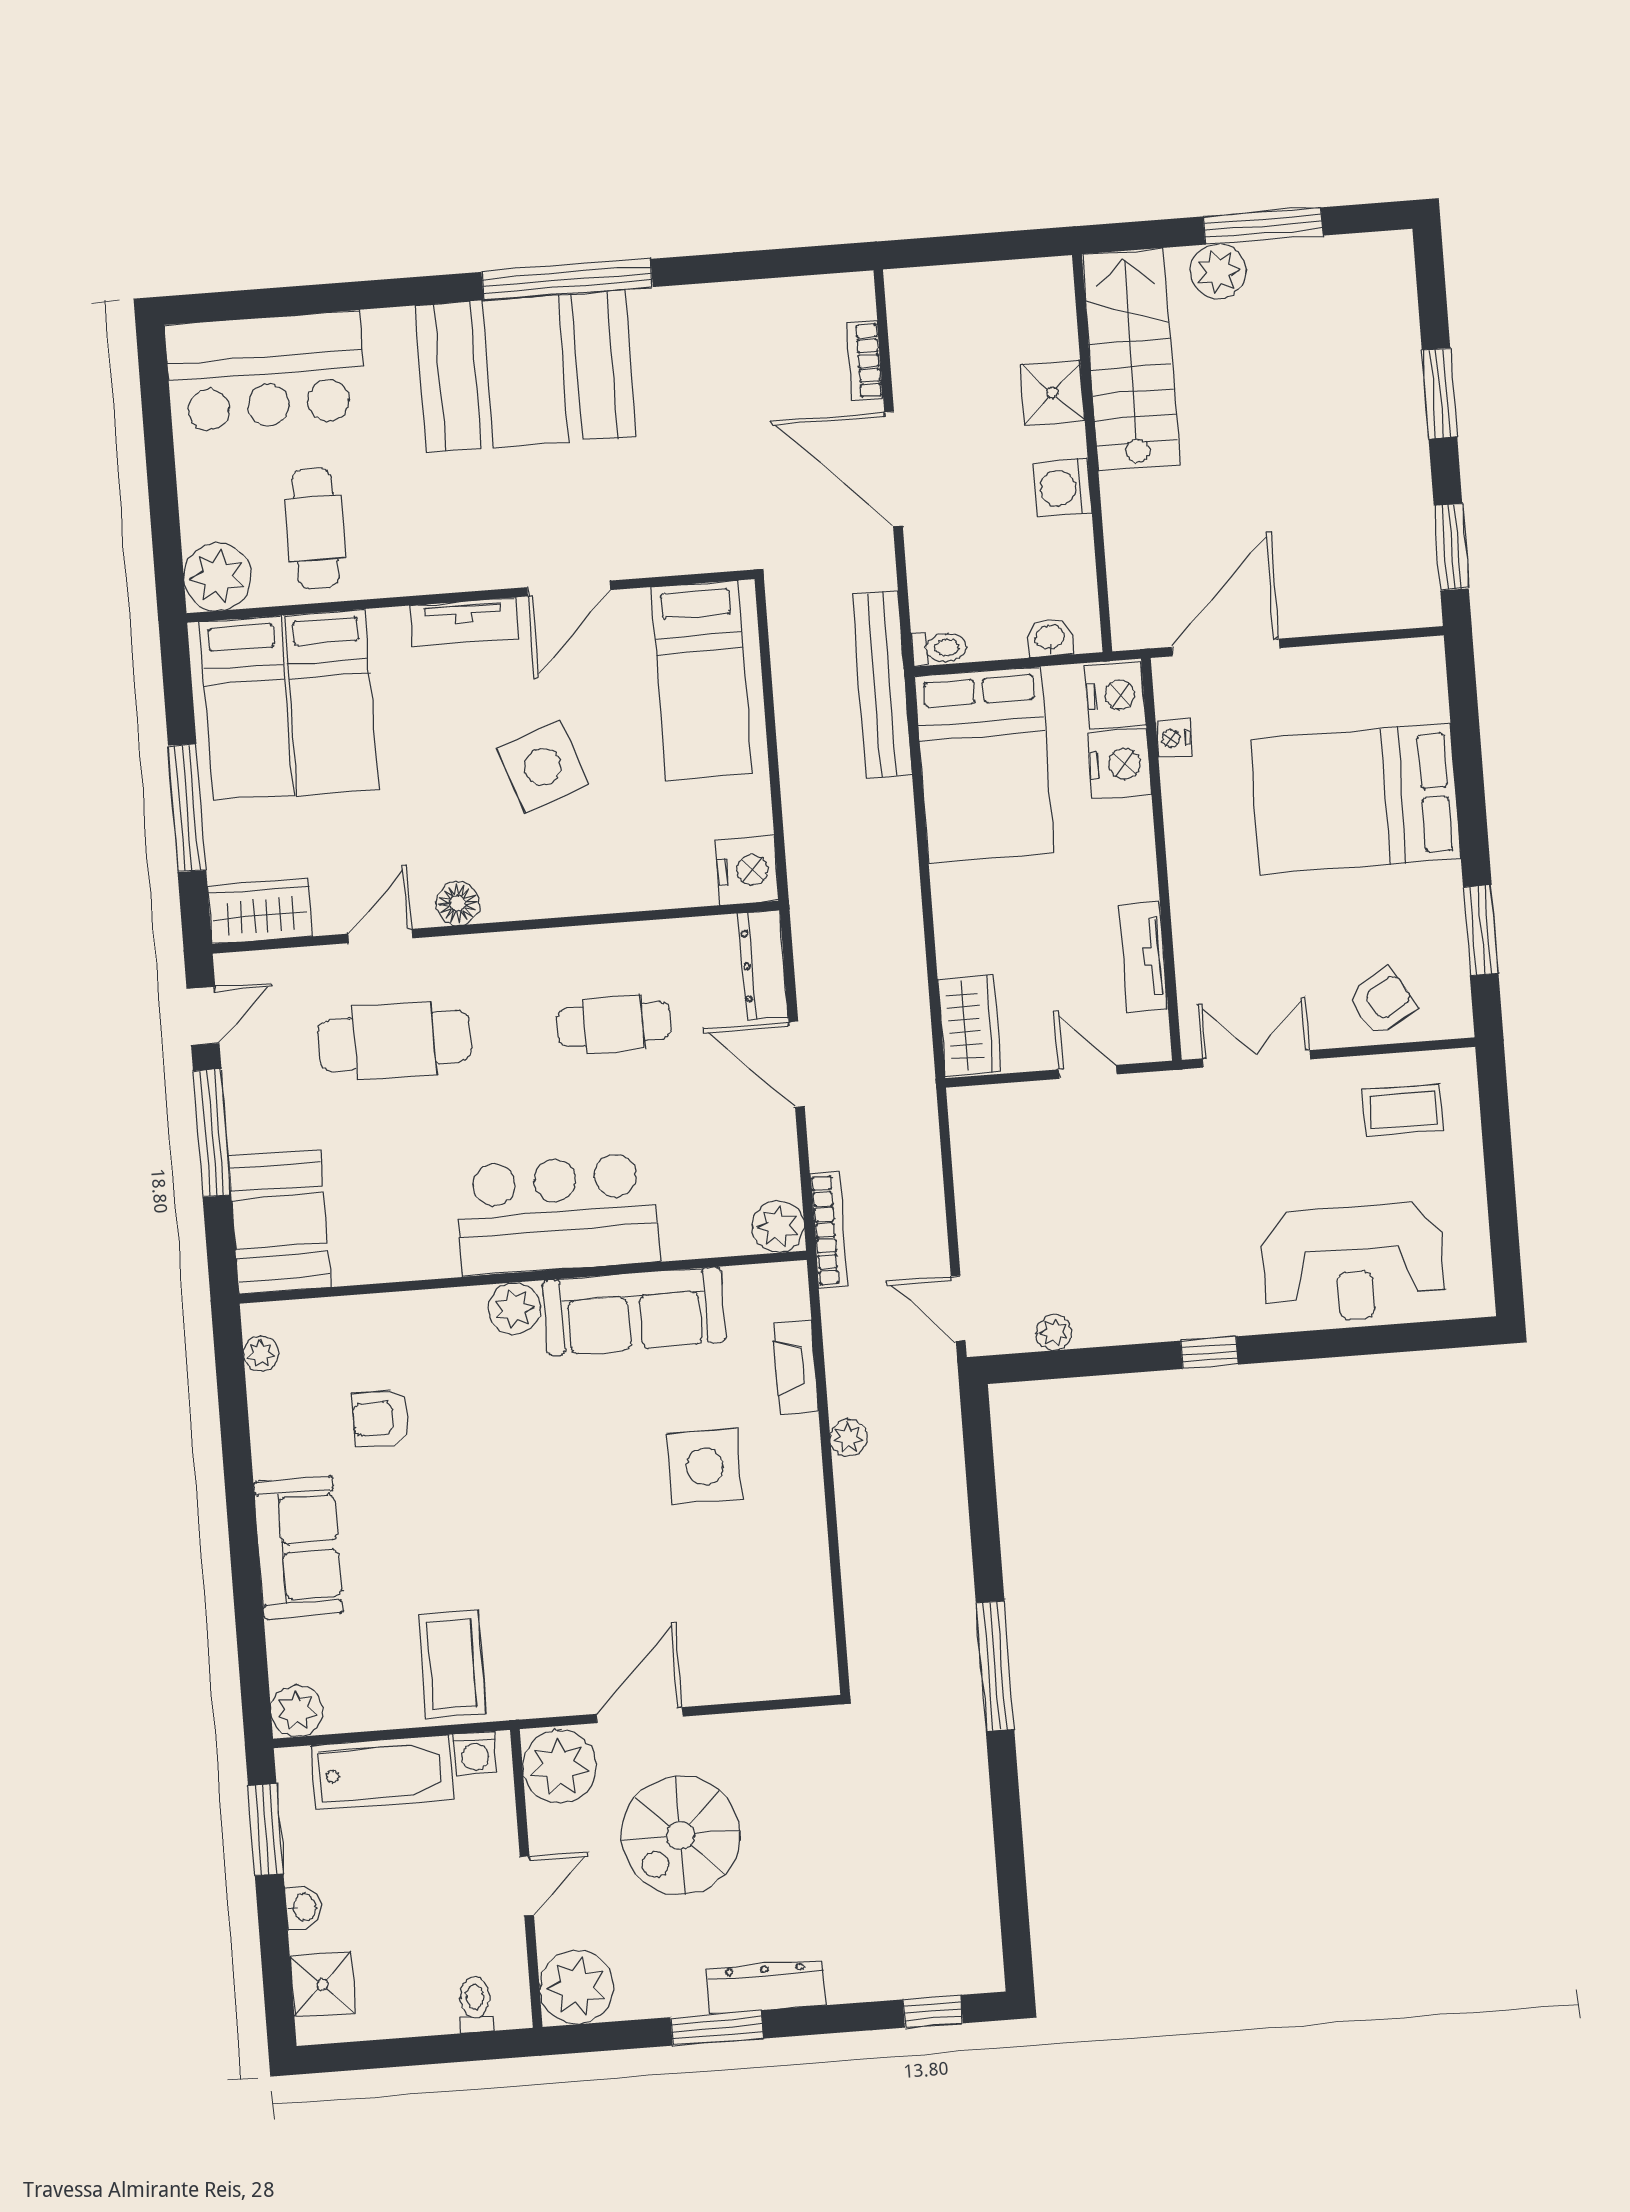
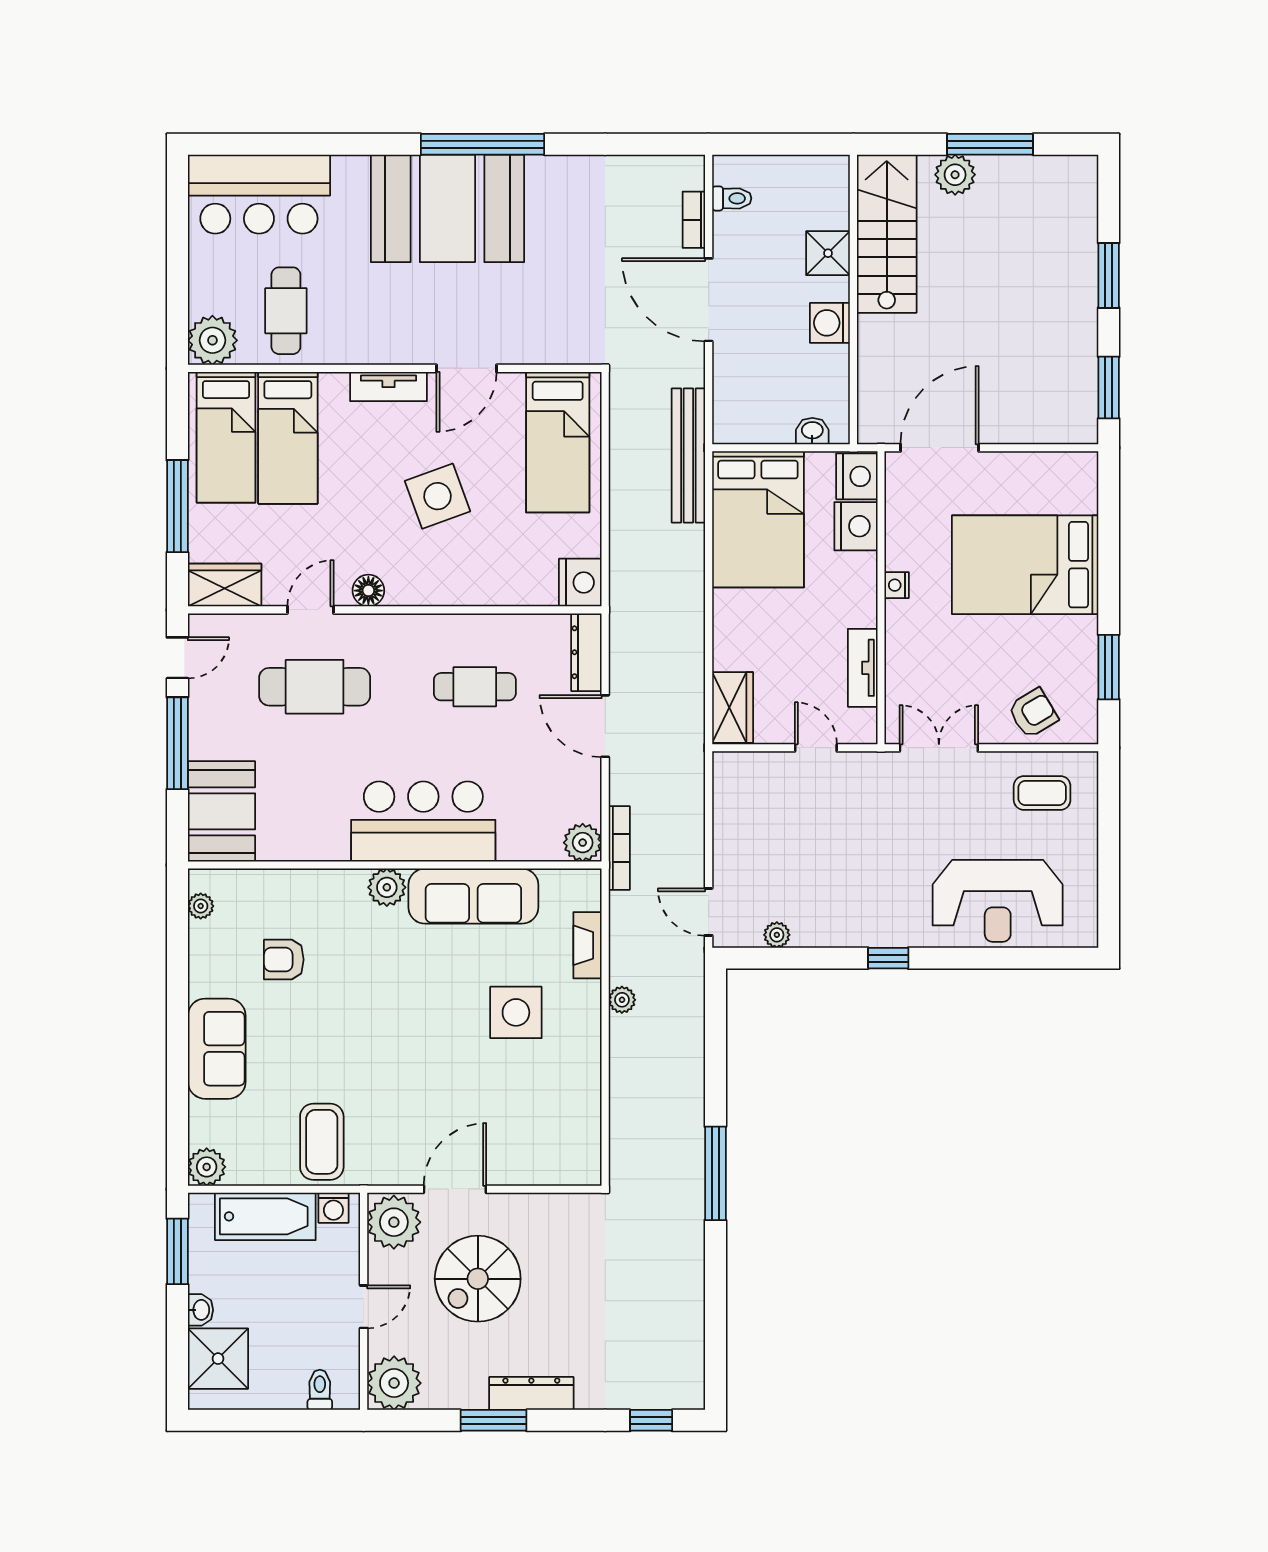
toilet: (939, 648) -> (732, 198), moved
nightstand: (1174, 738) -> (897, 585), moved
shower: (322, 1984) -> (218, 1359), width x1.36, depth x1.36

